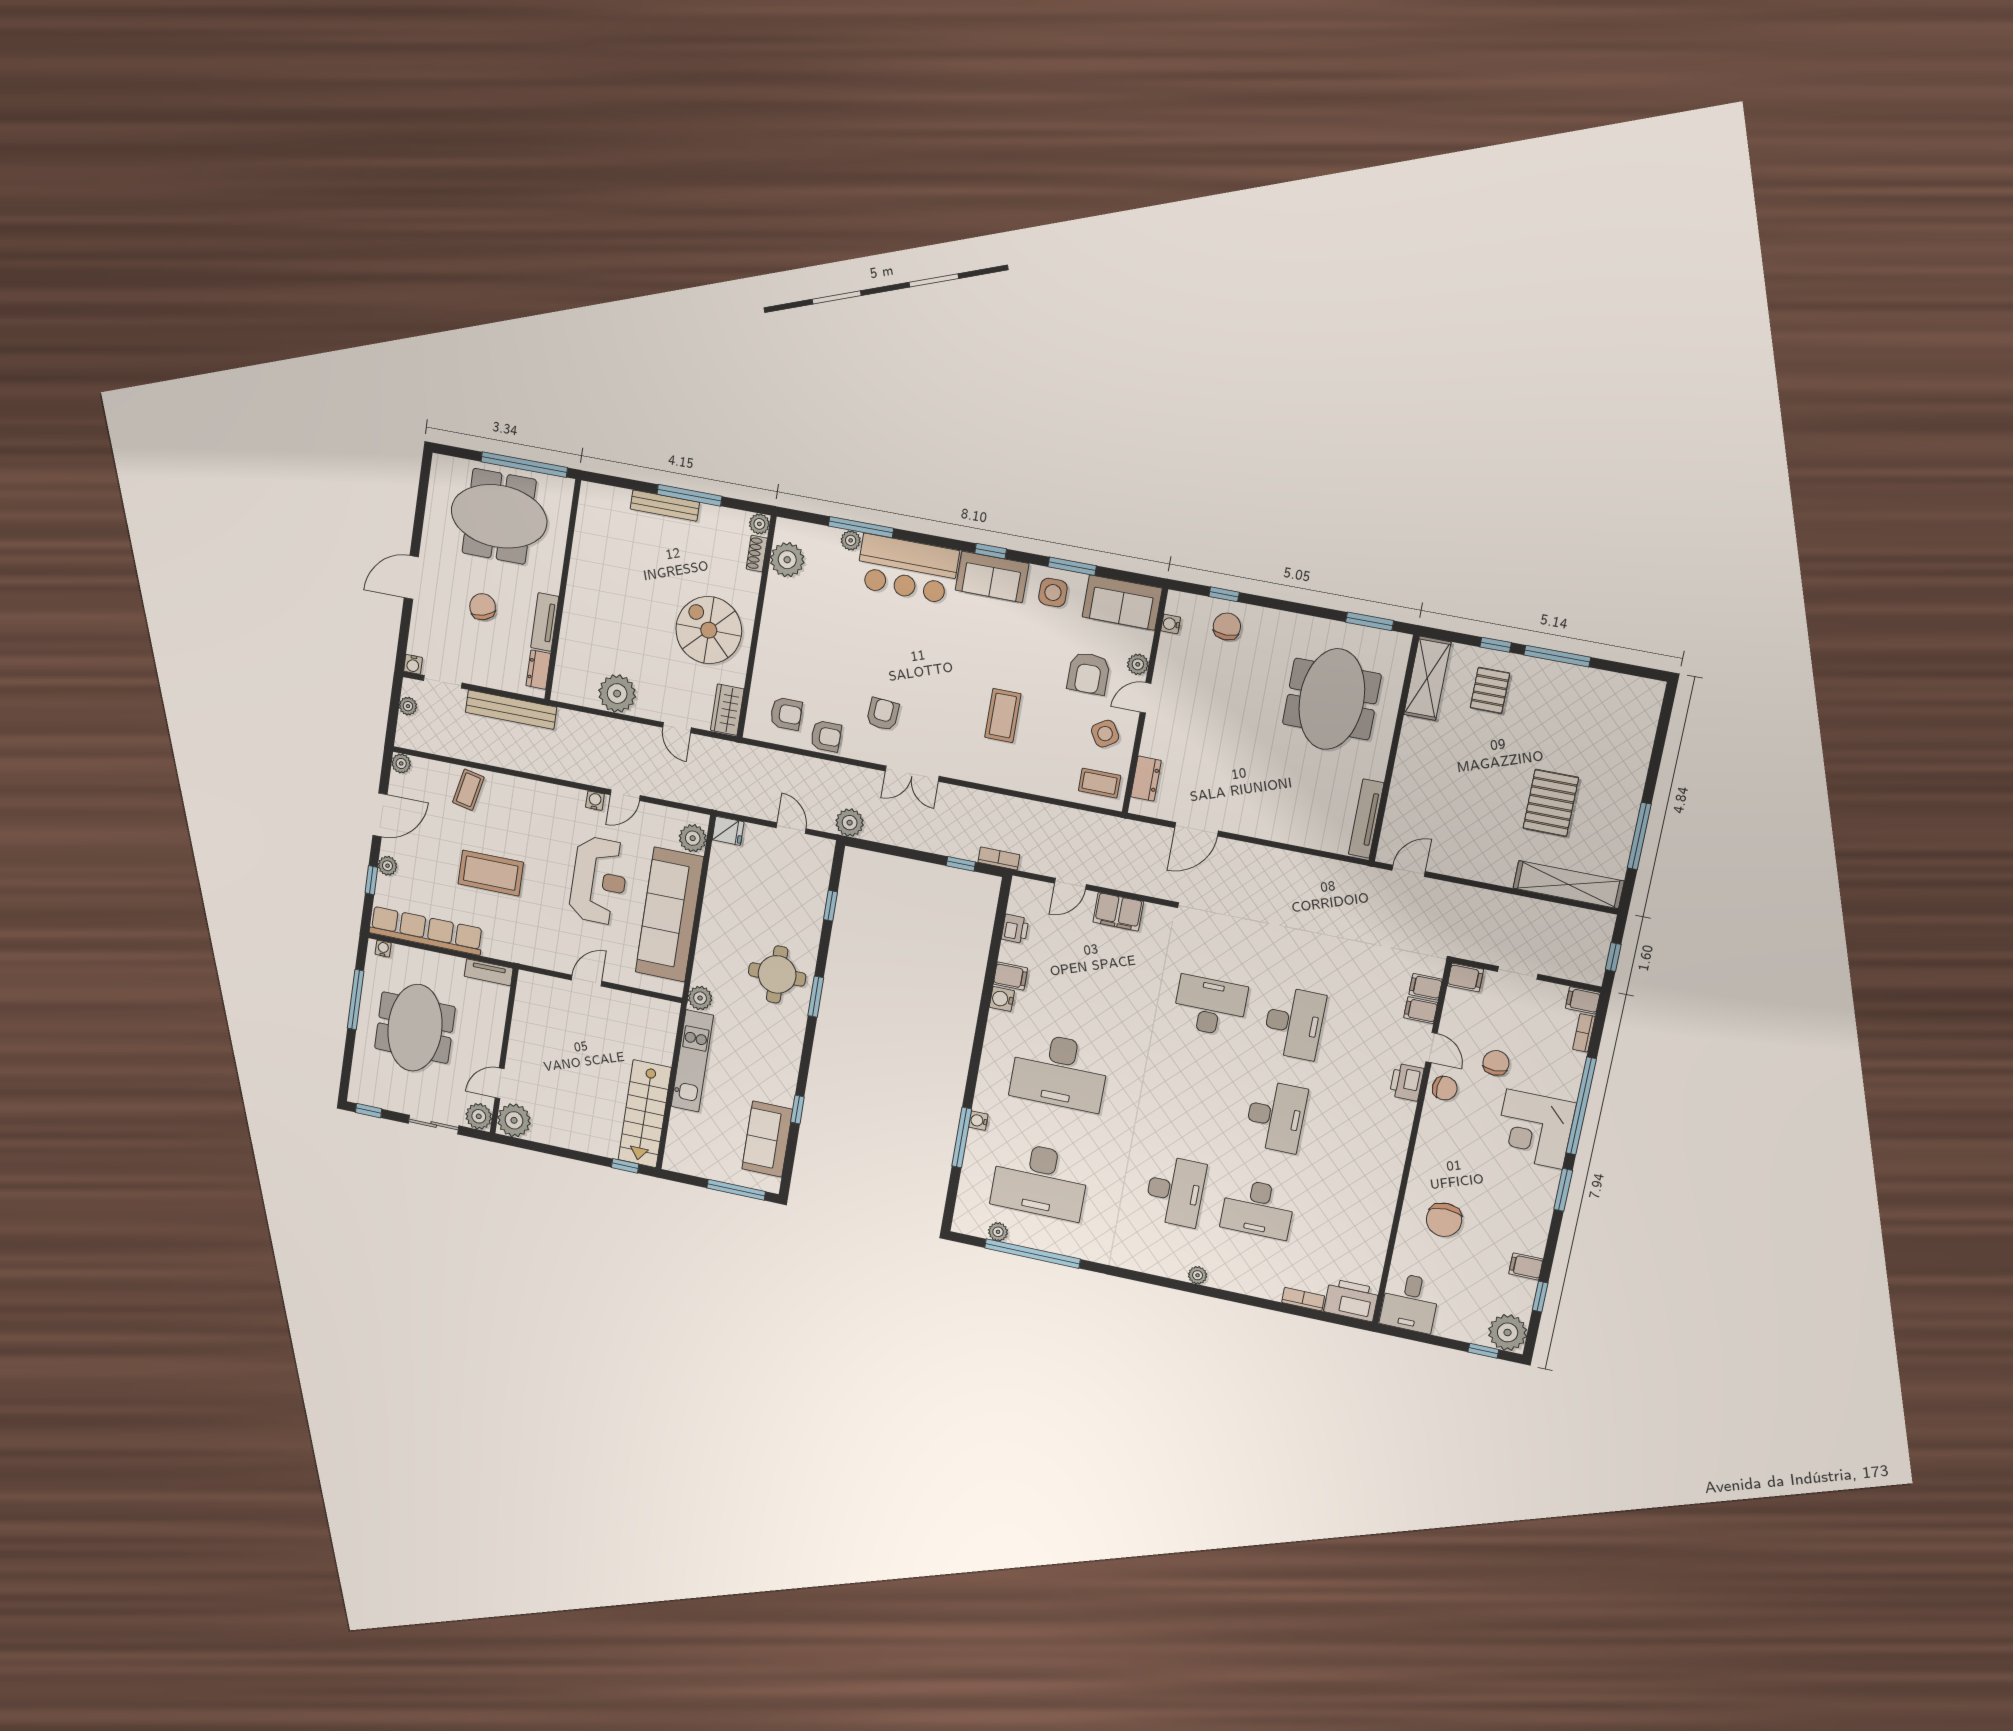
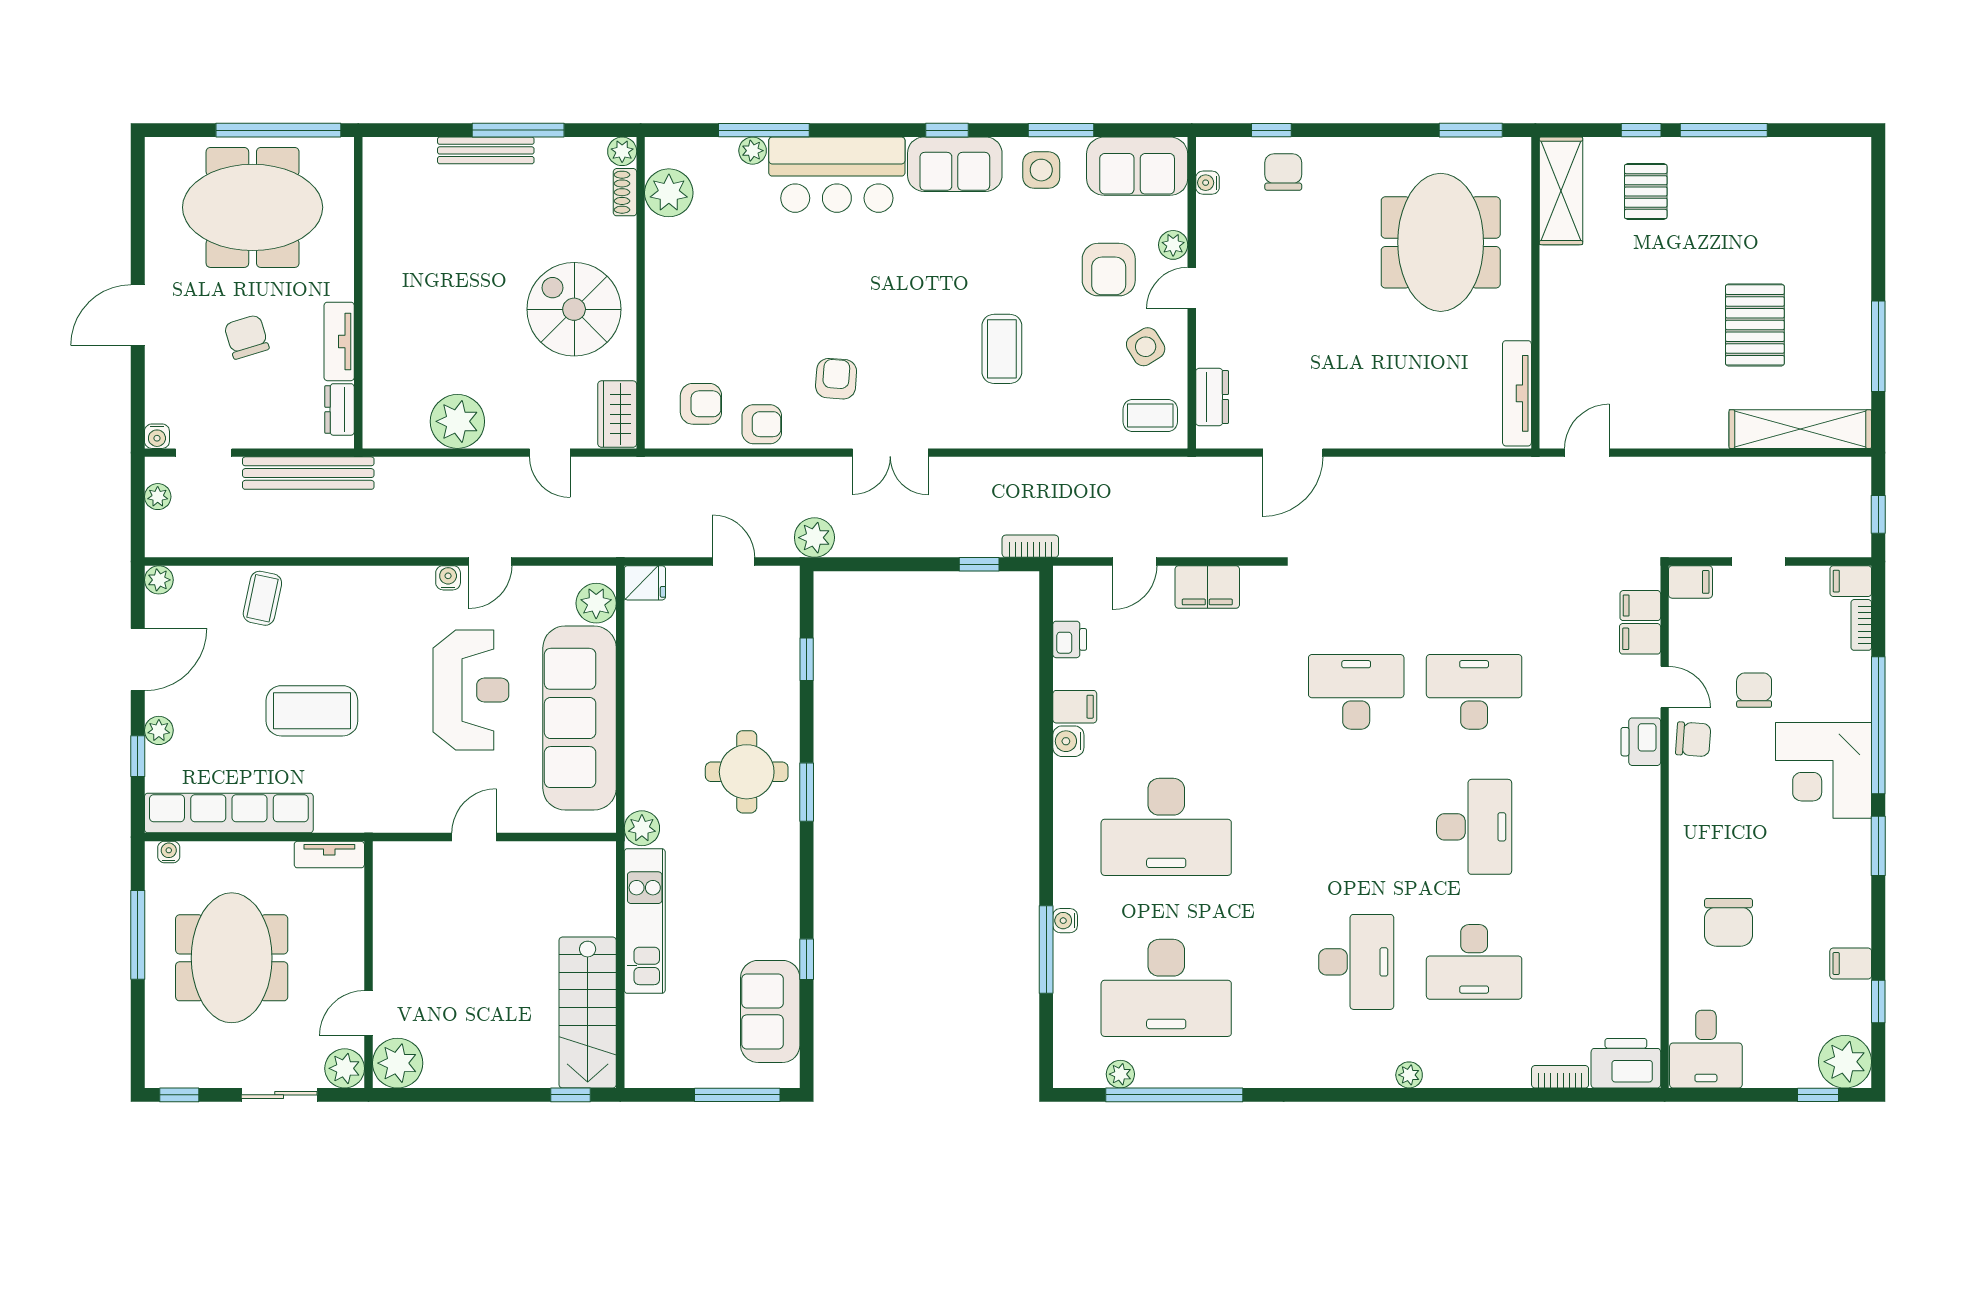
desk: (1294, 1023) -> (1474, 692), turned -90

